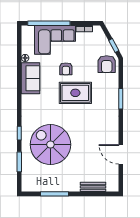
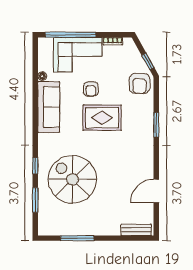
sofa: (31, 78) -> (49, 107), width x1.36
door: (121, 154) -> (156, 191), hinge flipped
bench: (93, 187) -> (136, 230), moved

